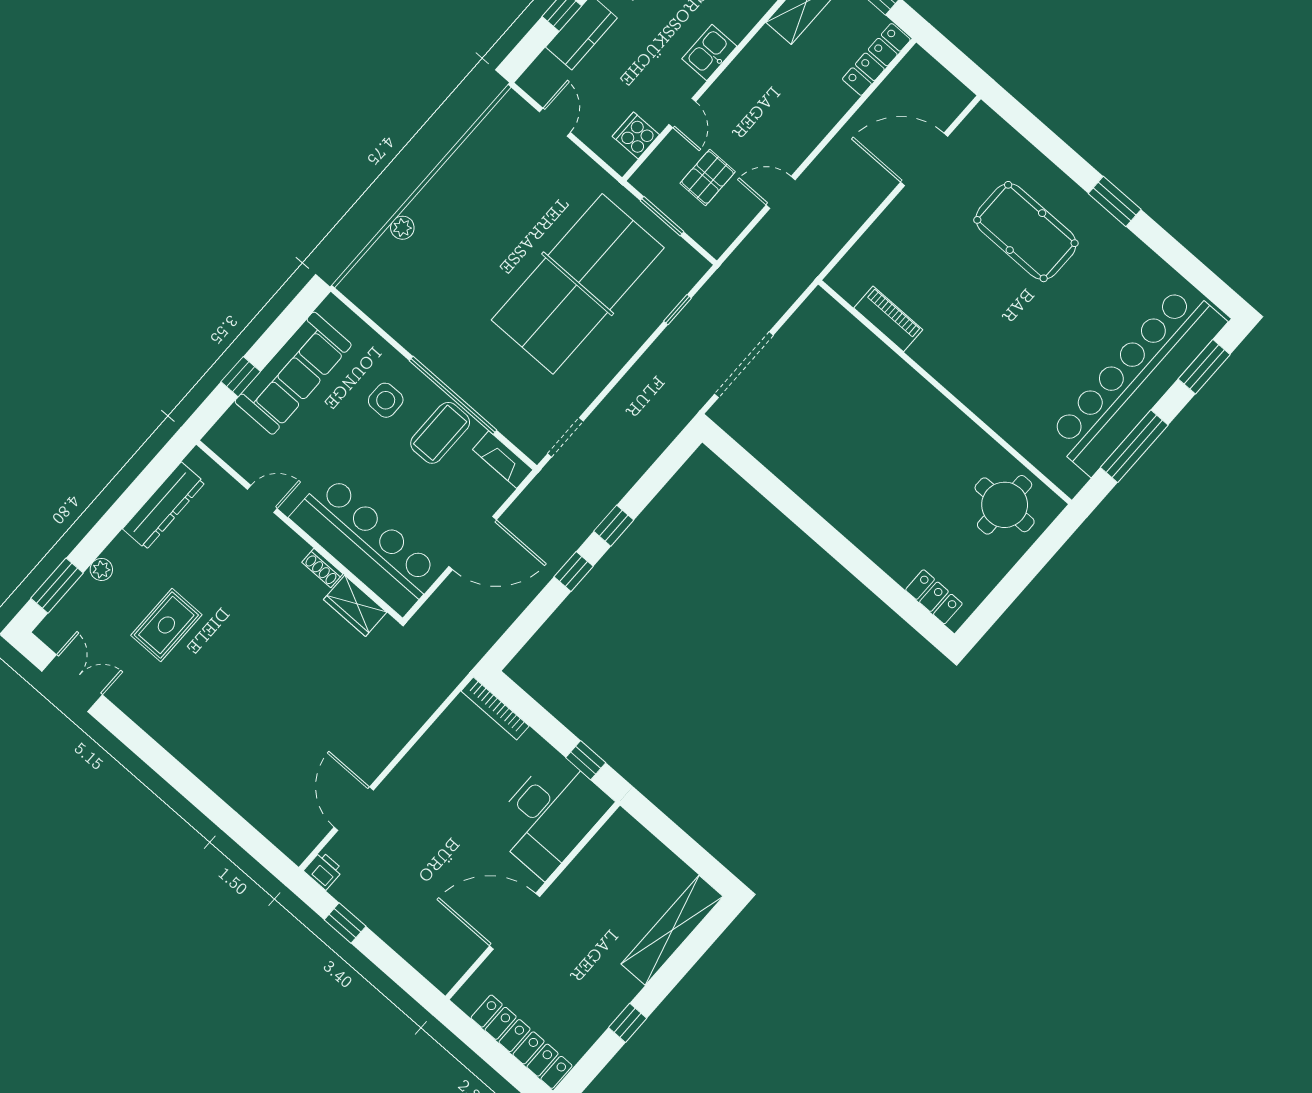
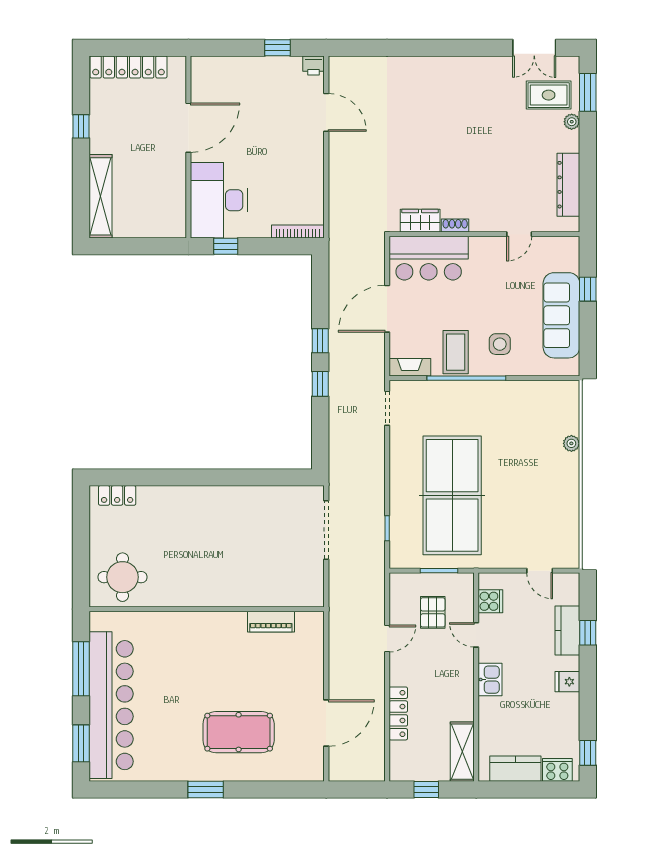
locker: (876, 59) -> (398, 713), moved
bar counter: (366, 545) -> (429, 258), width x0.73
rug: (166, 625) -> (549, 95), moved, turned 90

